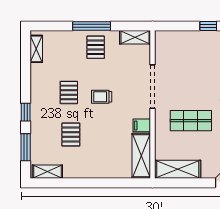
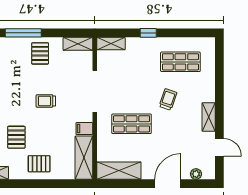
window: (92, 26) -> (23, 33), moved
shelving: (169, 37) -> (111, 44), added
pallet: (69, 92) -> (39, 164), moved, turned 90

